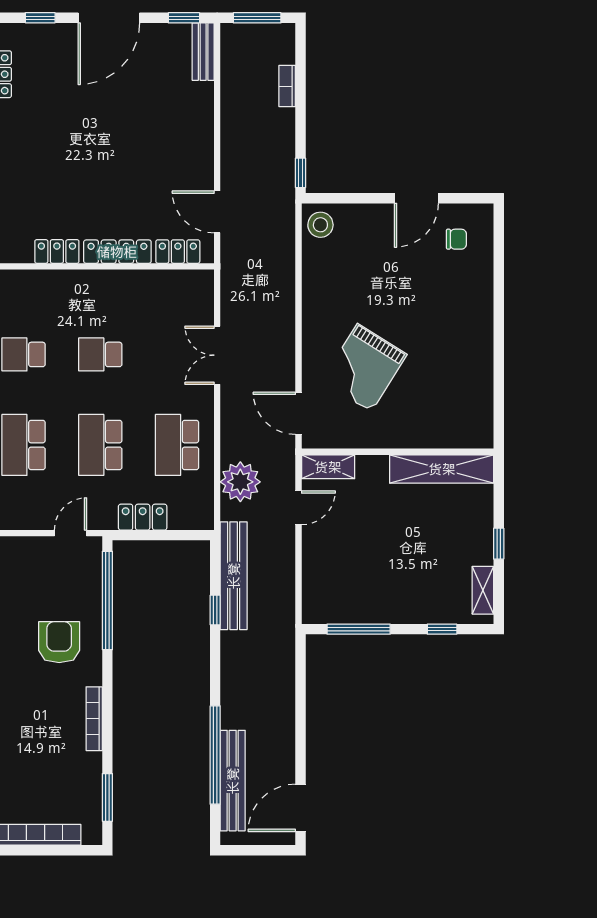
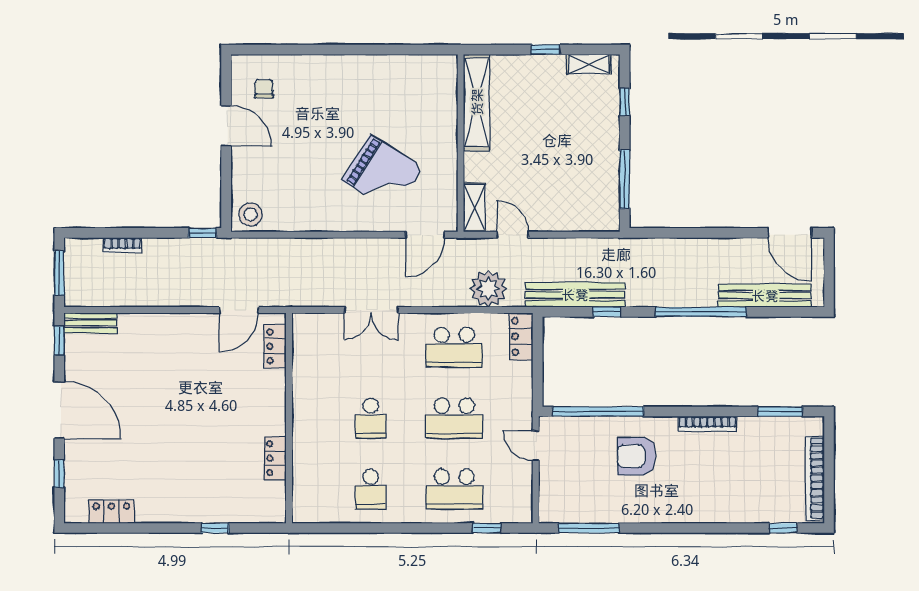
locker: (117, 252) -> (275, 402), removed
locker: (143, 517) -> (521, 336), moved
window: (215, 755) -> (701, 312), moved

